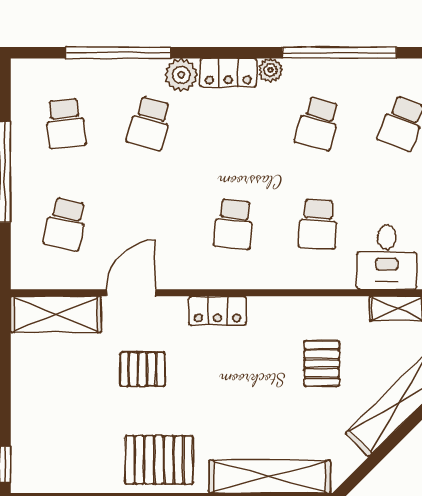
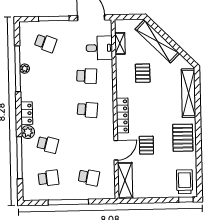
plant: (271, 70) -> (25, 69), moved
school desk: (318, 123) -> (46, 77), removed
door: (131, 293) -> (116, 150), swing flipped
locker: (217, 311) -> (122, 115), width x1.53
pallet: (322, 364) -> (143, 73), turned 90
trolley: (49, 462) -> (185, 182), added

